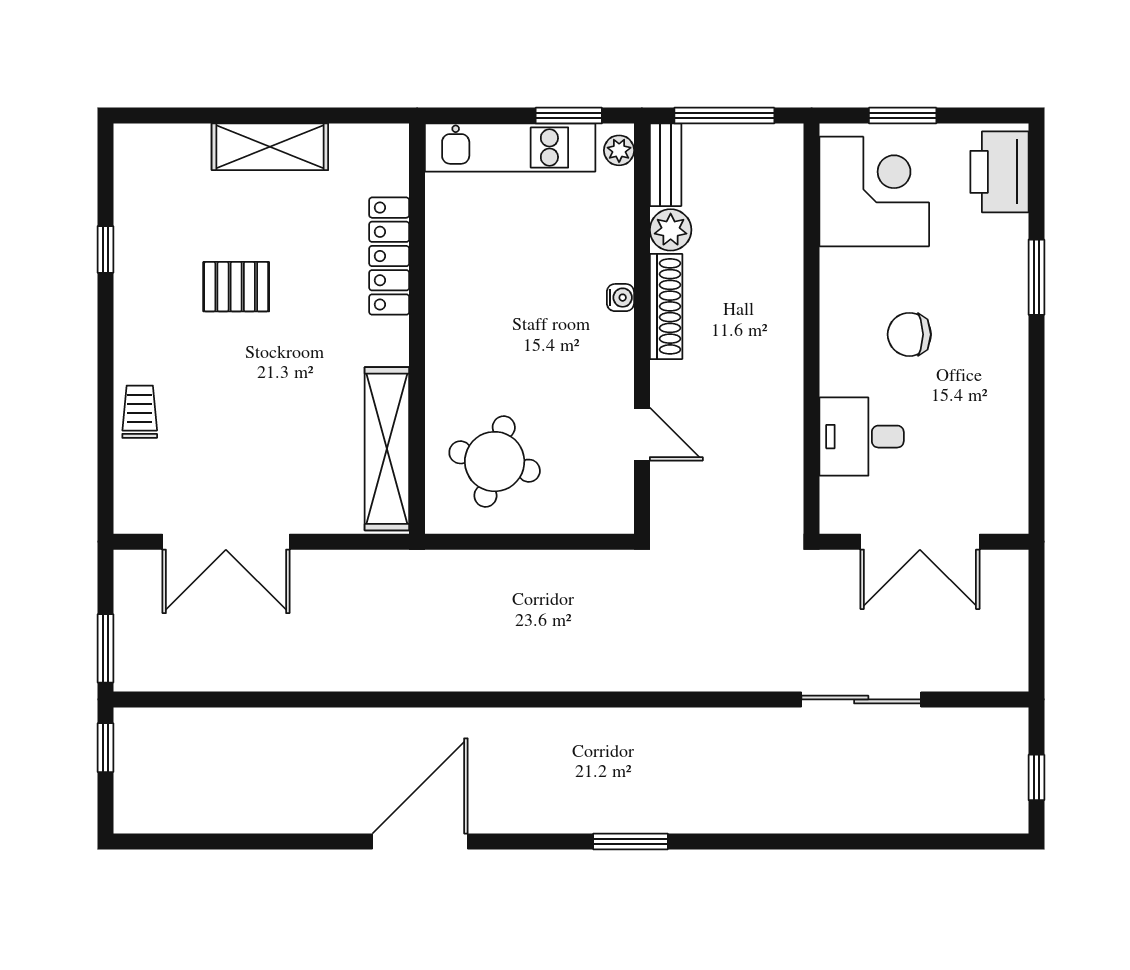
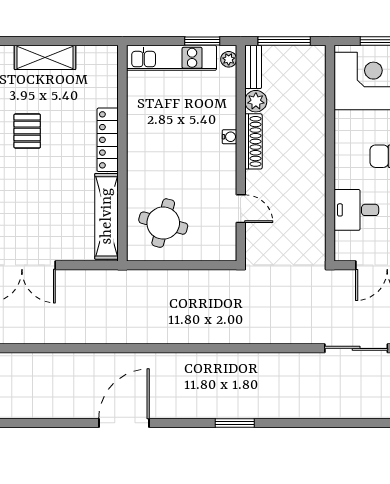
locker: (389, 256) -> (108, 140), moved
pallet: (236, 287) -> (27, 131), turned 90

